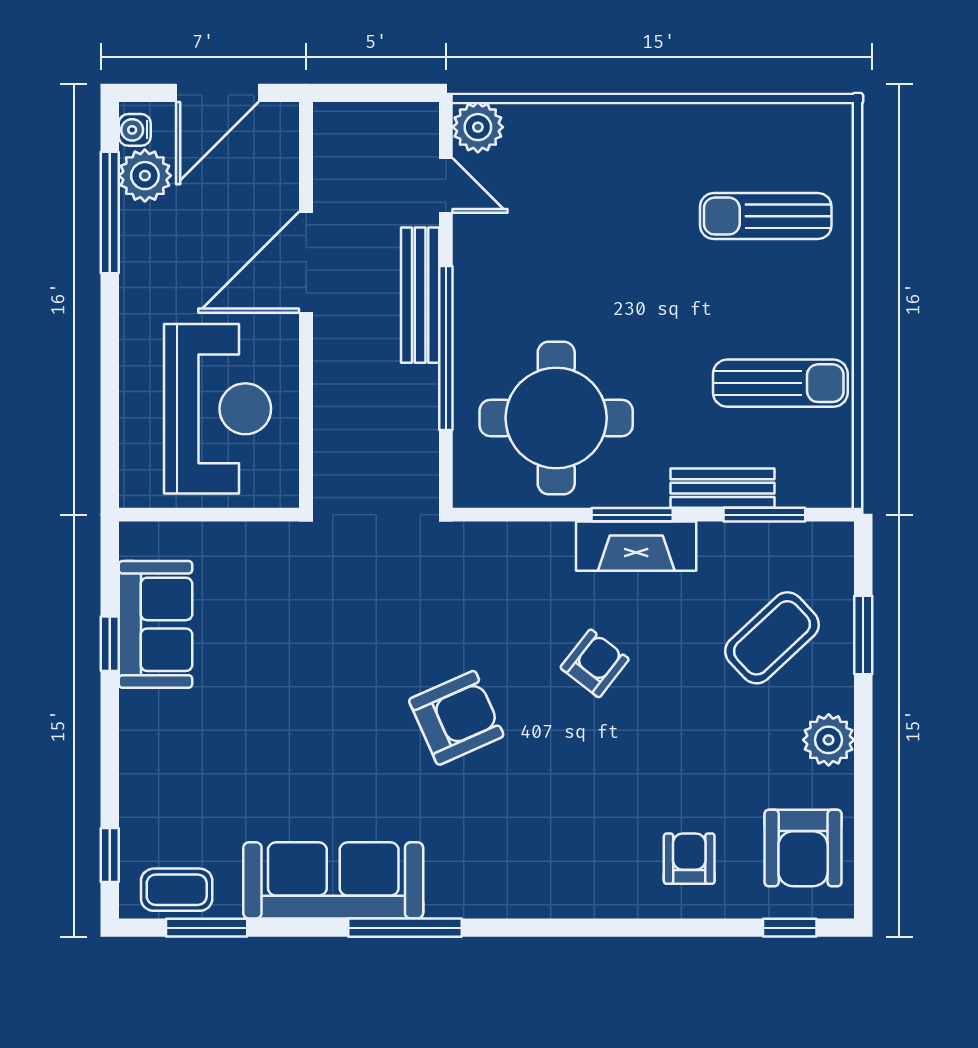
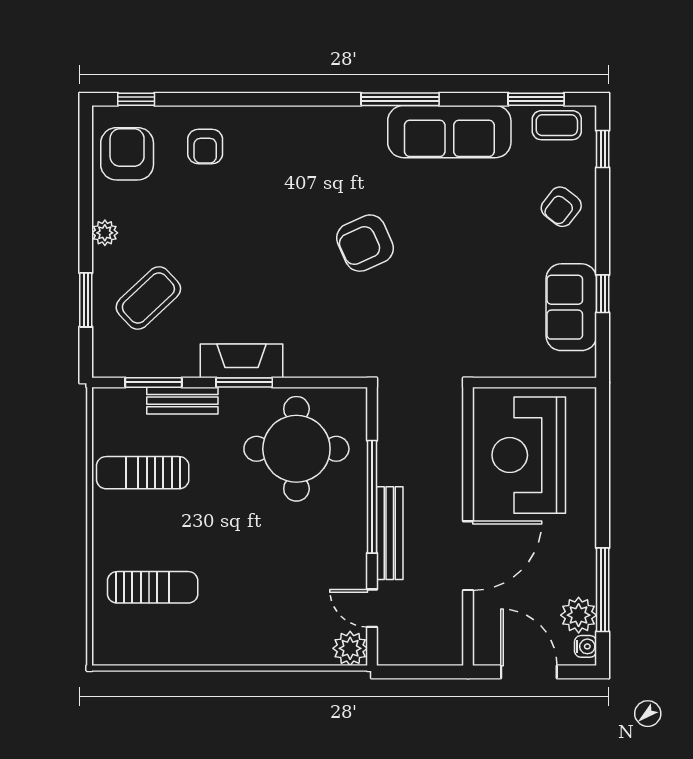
door: (217, 93) -> (529, 672), hinge flipped
armchair: (595, 663) -> (561, 207), moved
plant: (829, 740) -> (105, 233), width x0.73, depth x0.73

